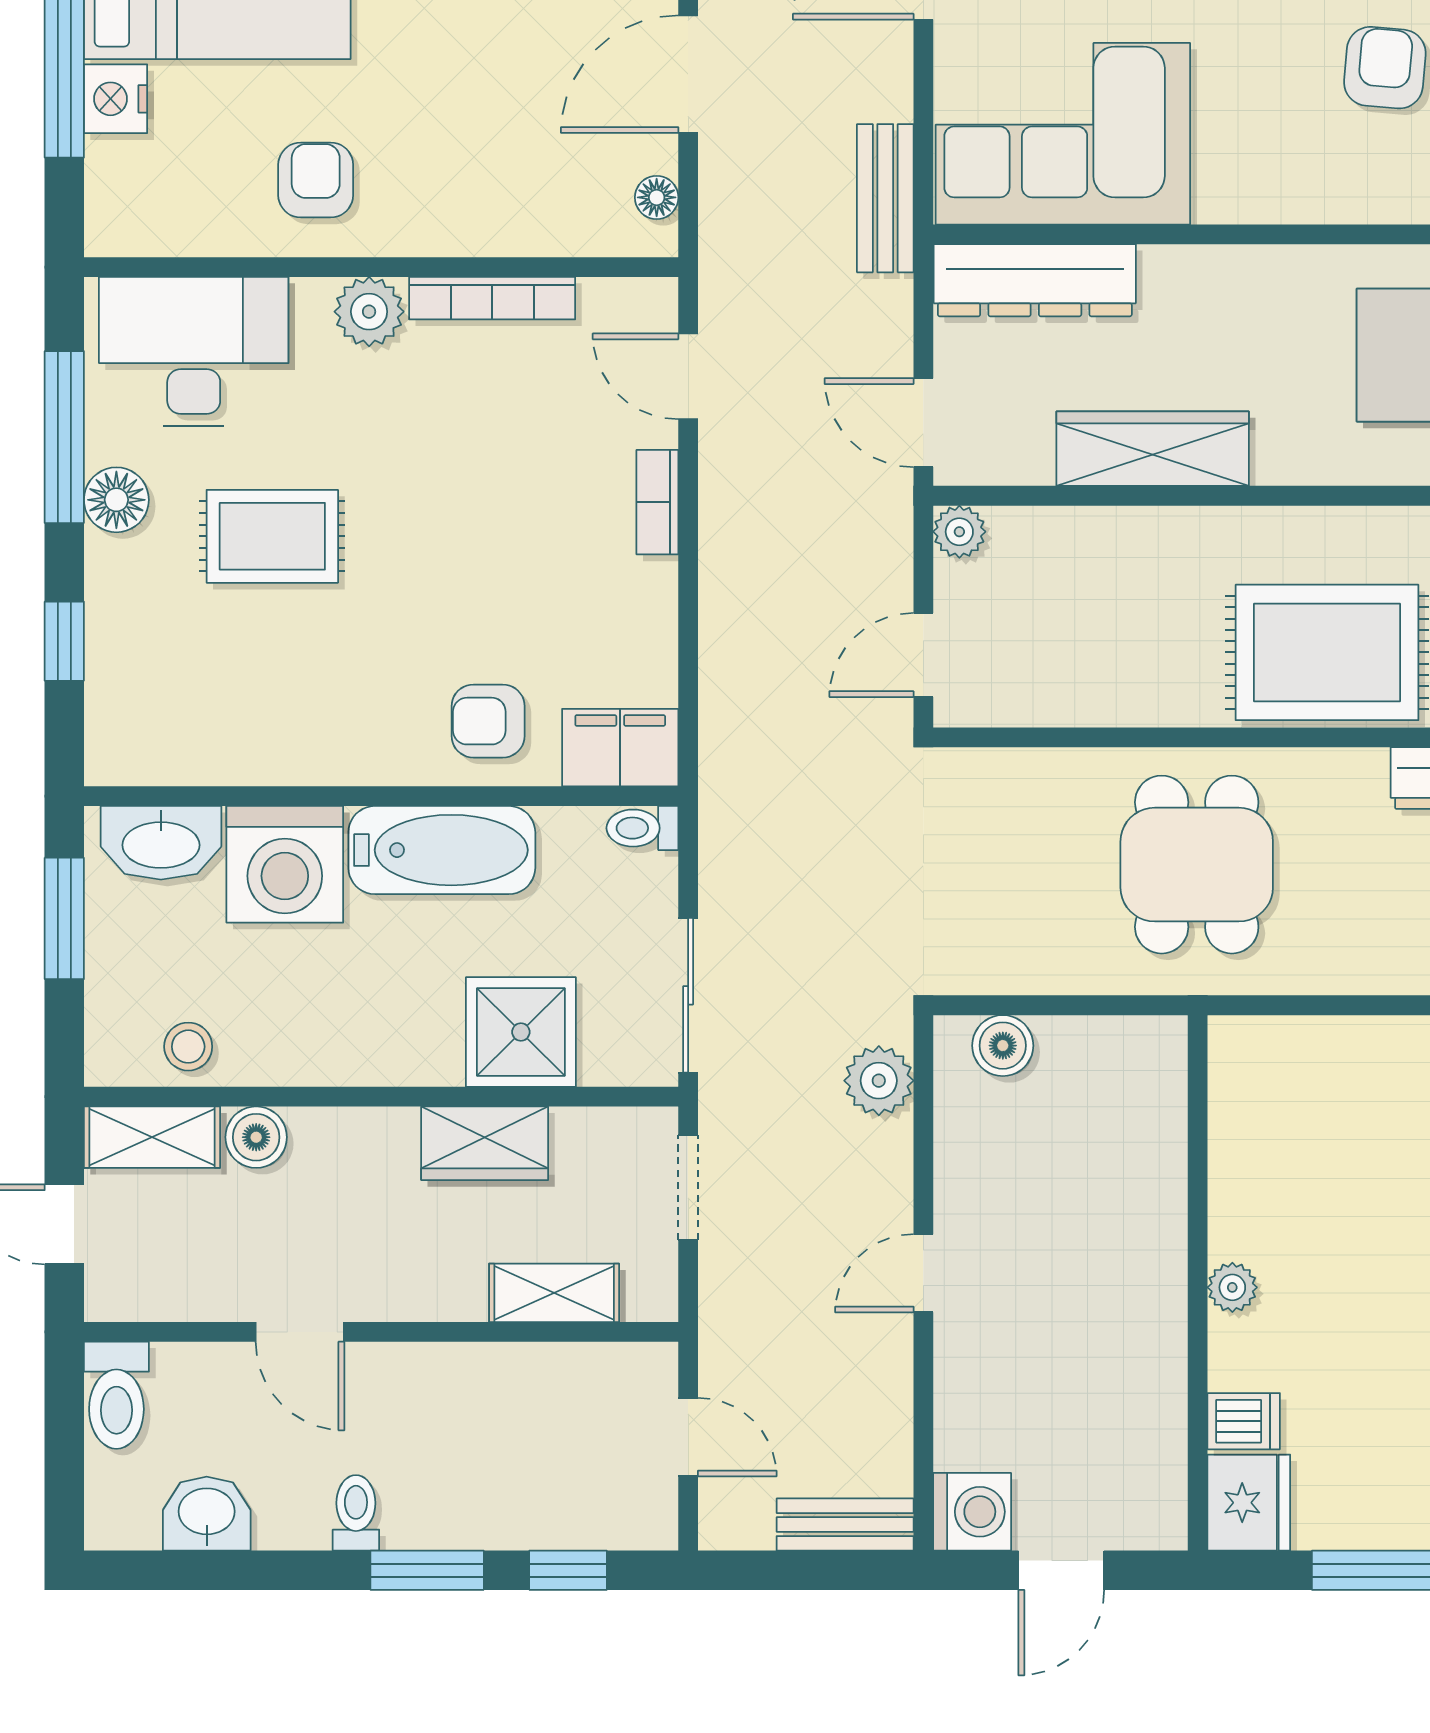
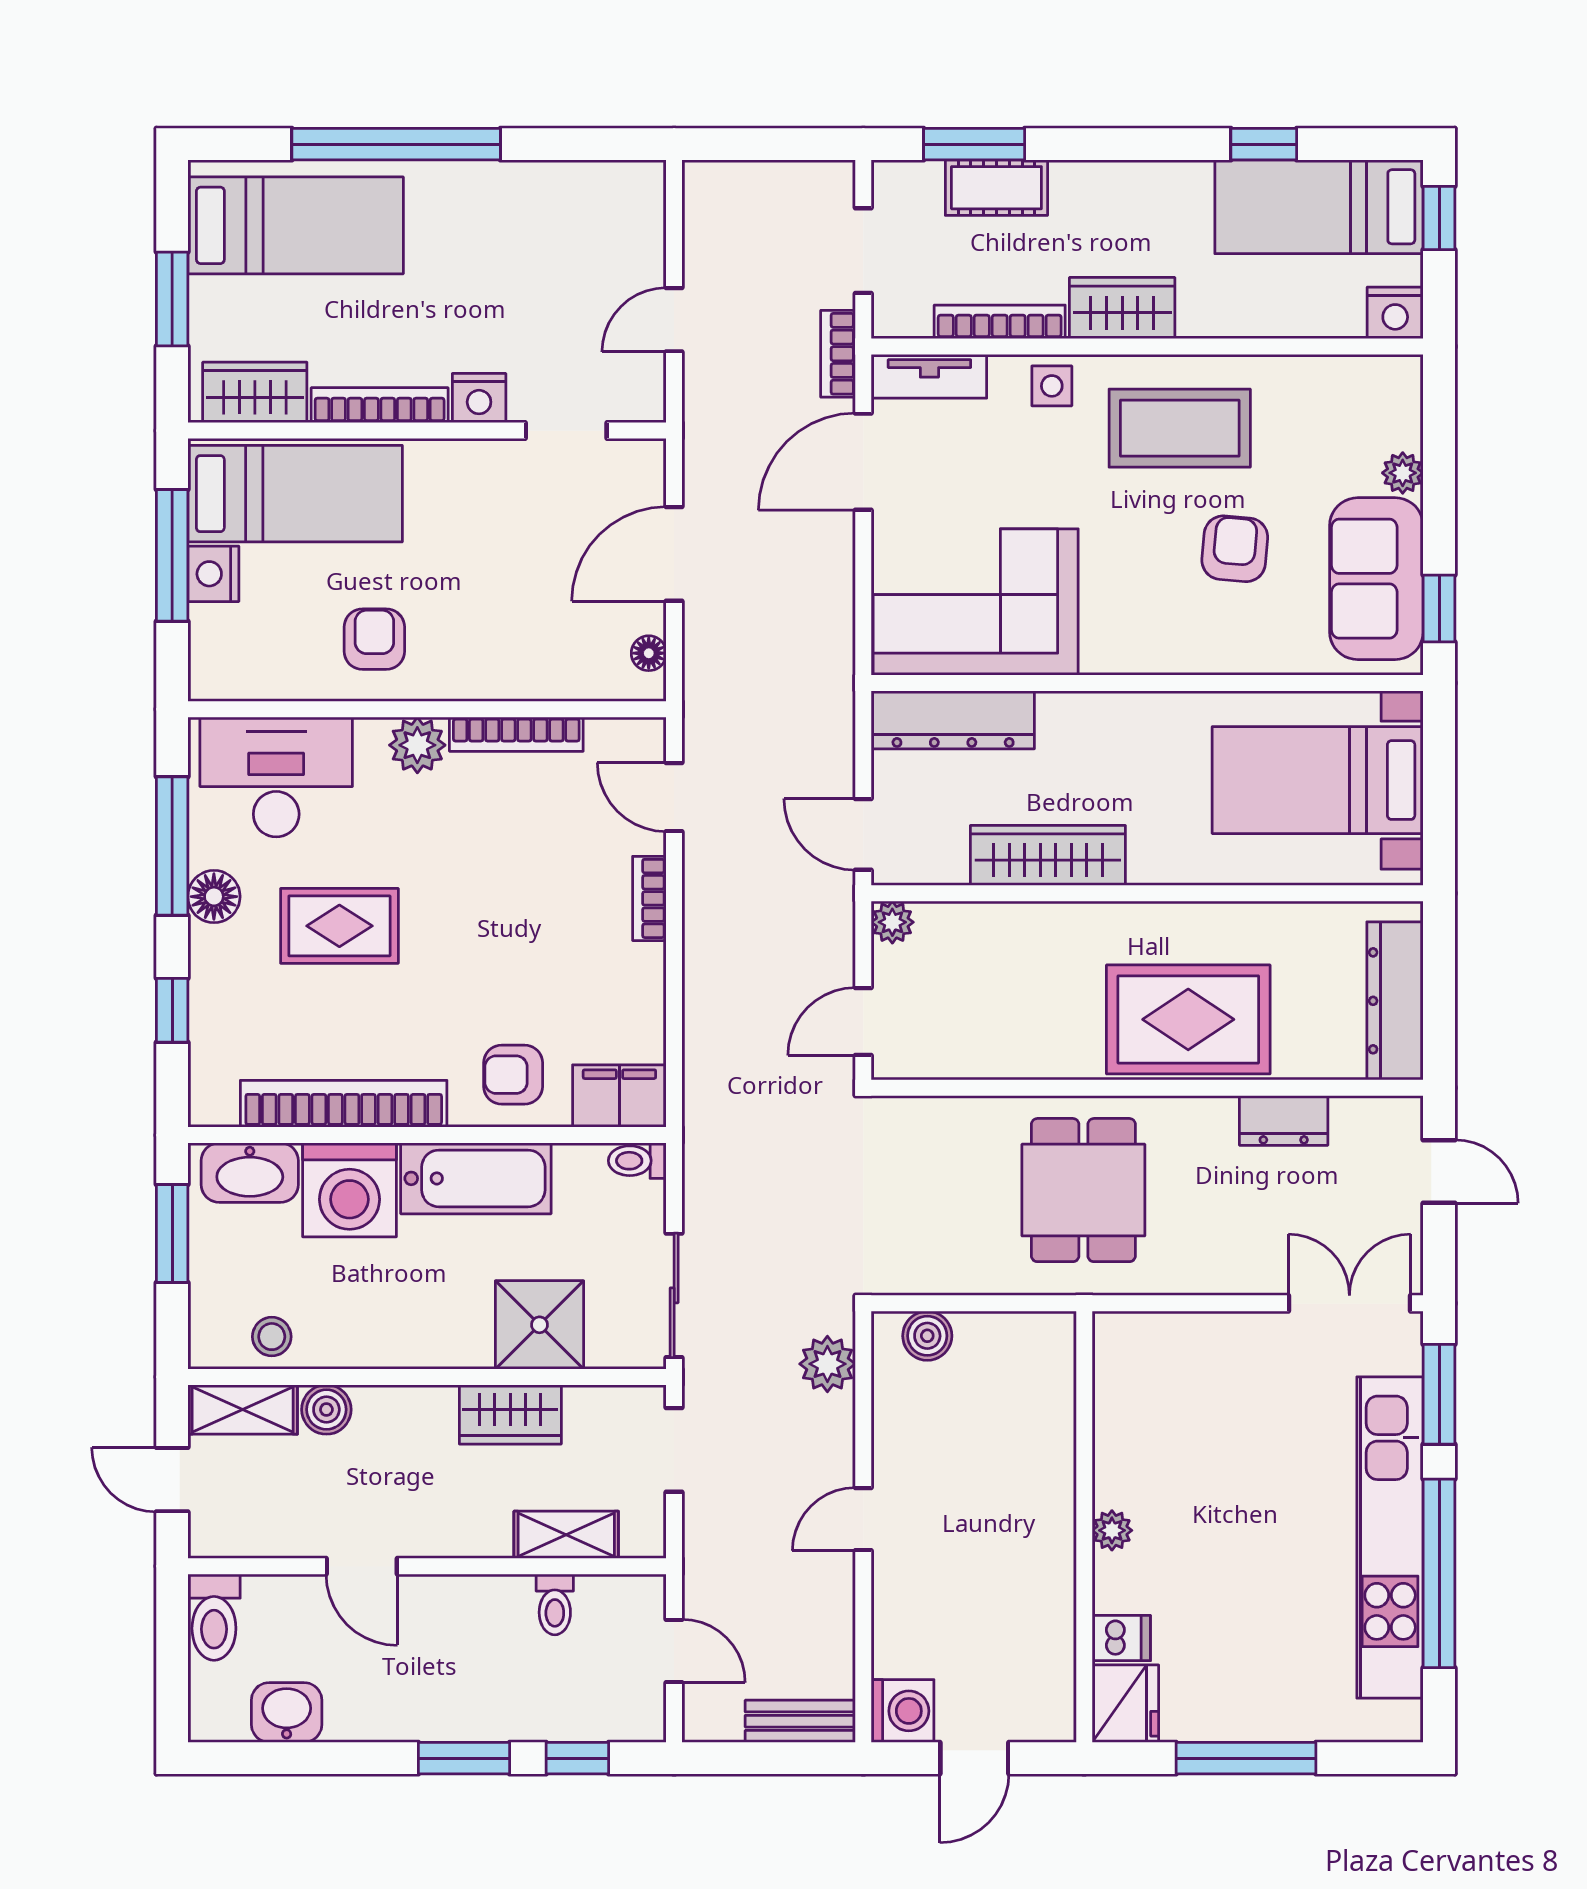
bench: (885, 198) -> (833, 654), removed
bookcase: (278, 757) -> (344, 1104), added
toilet: (356, 1513) -> (555, 1604), moved, turned 180

